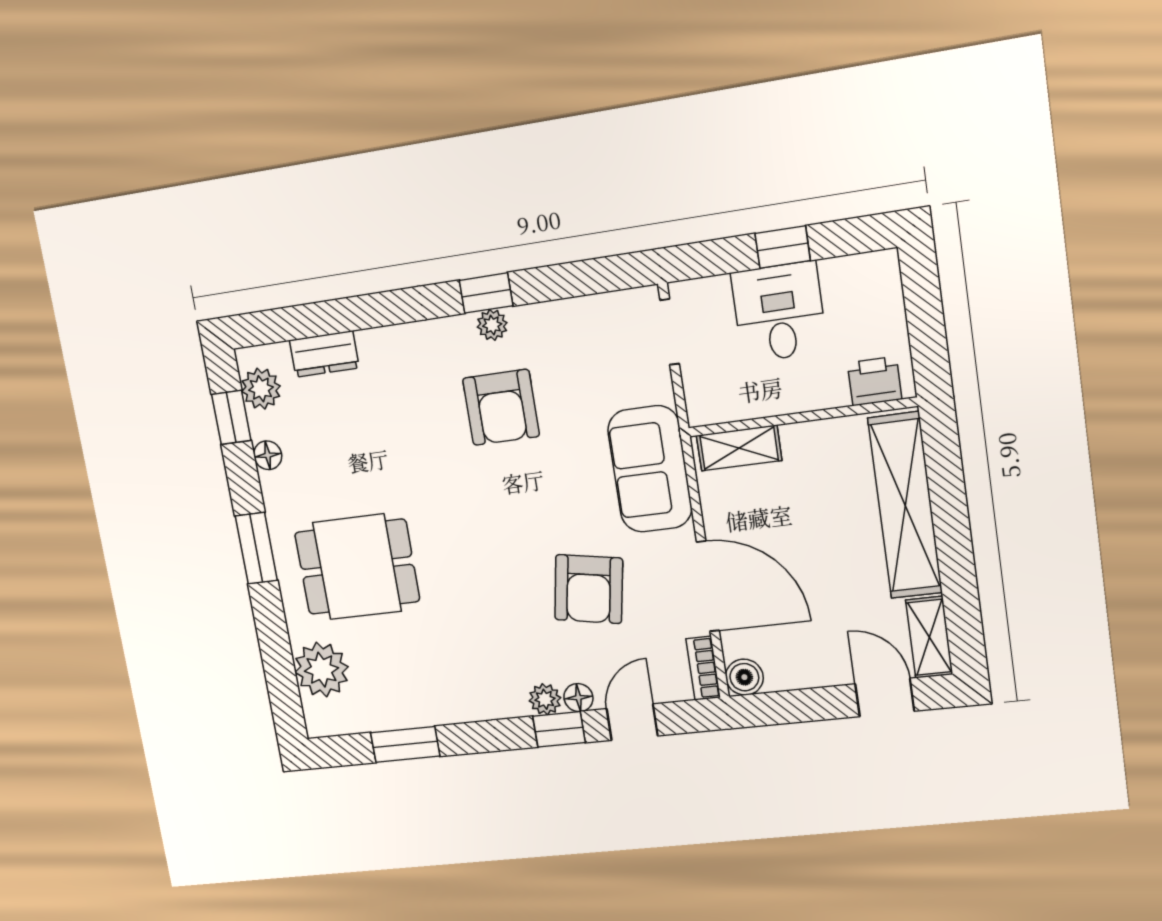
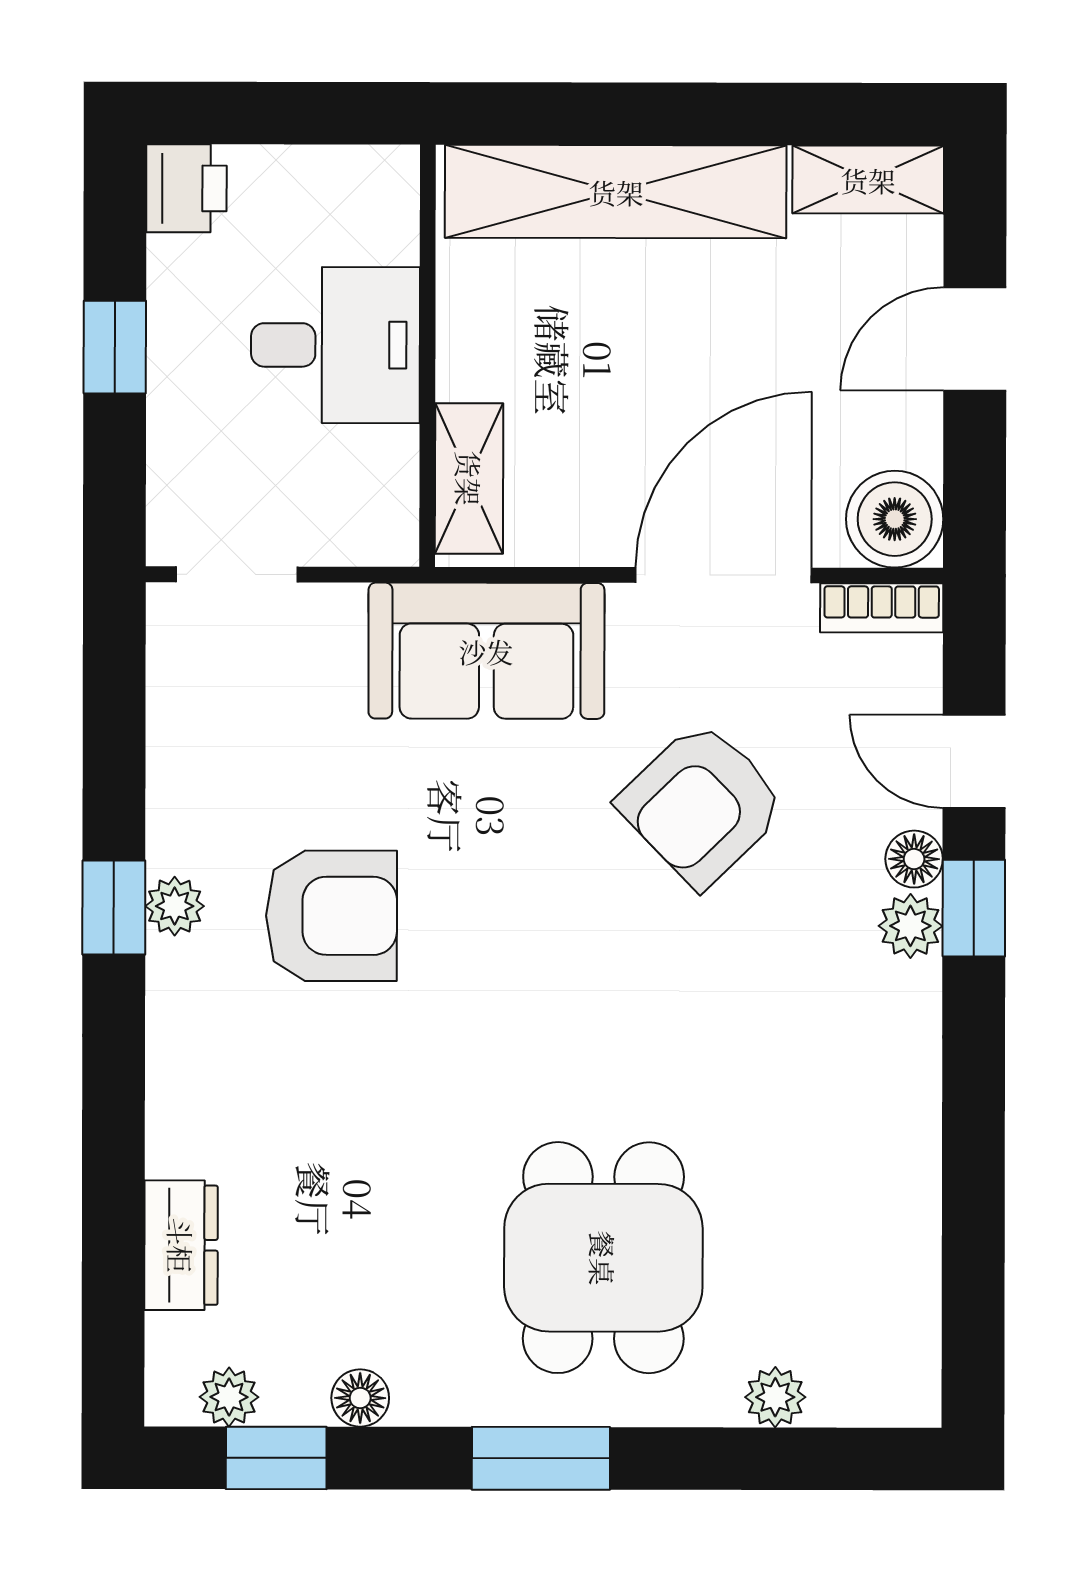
desk: (779, 312) -> (335, 345), moved, turned 180
printer: (874, 381) -> (186, 188), moved, turned 180
plant: (261, 389) -> (229, 1397), width x0.73, depth x0.73
armchair: (589, 589) -> (702, 804), turned 126
plant: (322, 670) -> (775, 1397), width x0.53, depth x0.53
boiler: (744, 677) -> (895, 519), width x1.36, depth x1.36
door: (885, 697) -> (975, 339), moved
window: (405, 744) -> (973, 1226), removed

